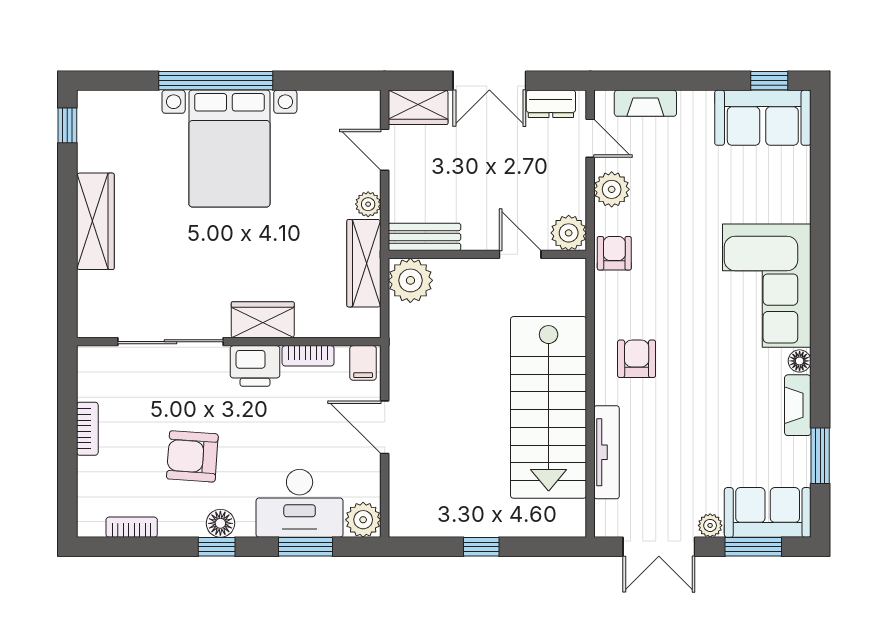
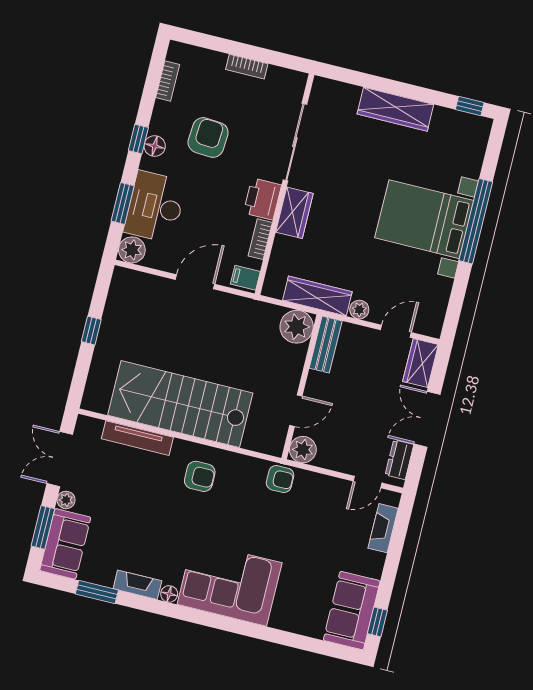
plant: (612, 189) -> (327, 488), removed

